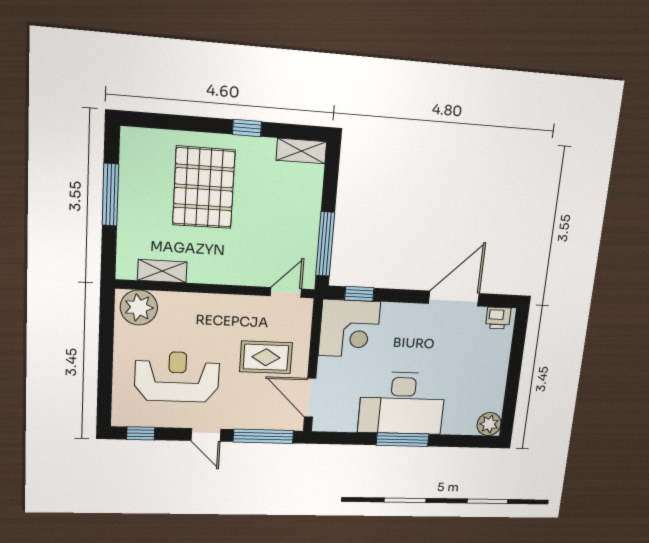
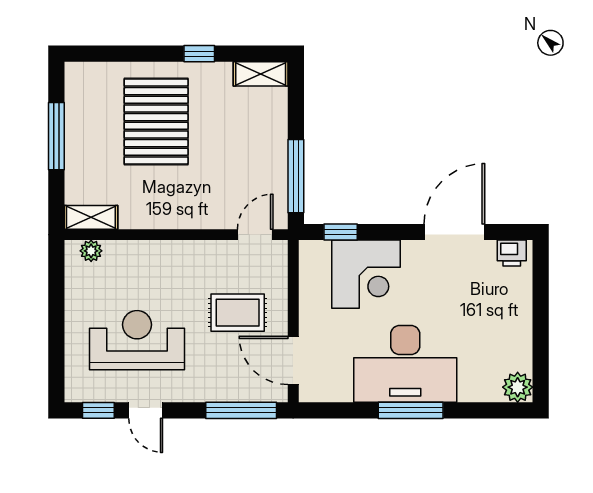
shelving: (162, 271) -> (91, 217), moved
plant: (139, 307) -> (91, 251), width x0.53, depth x0.53
corner desk: (349, 329) -> (366, 274), moved
door: (206, 435) -> (146, 410), moved

